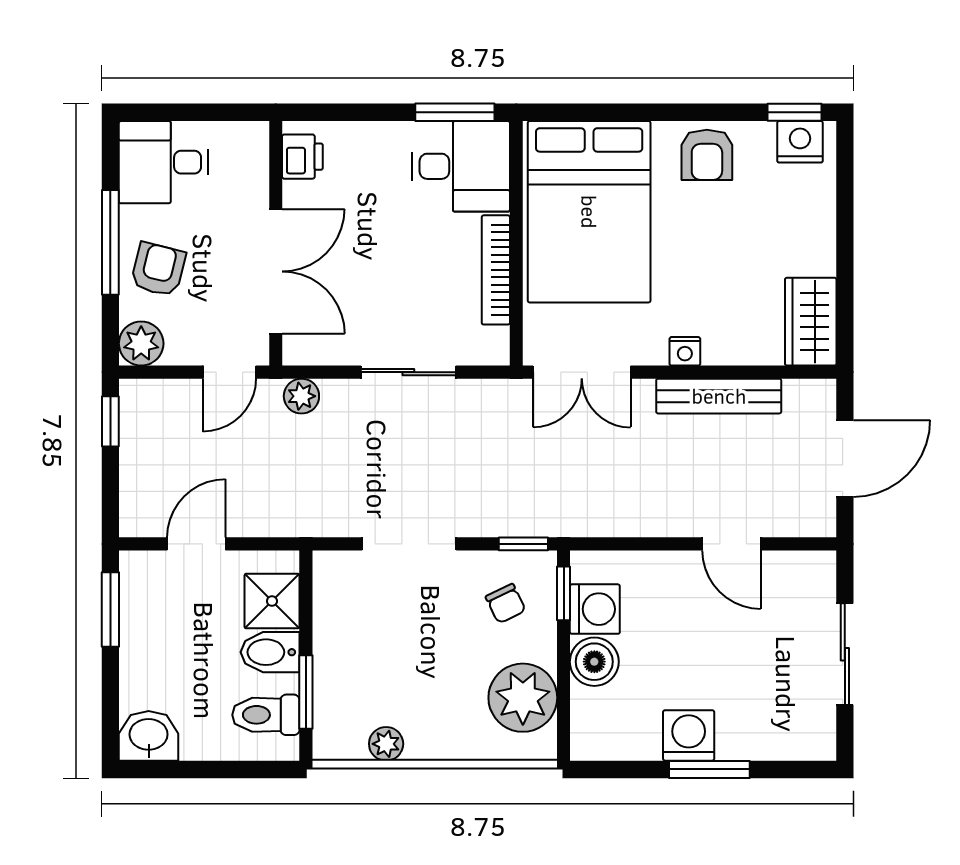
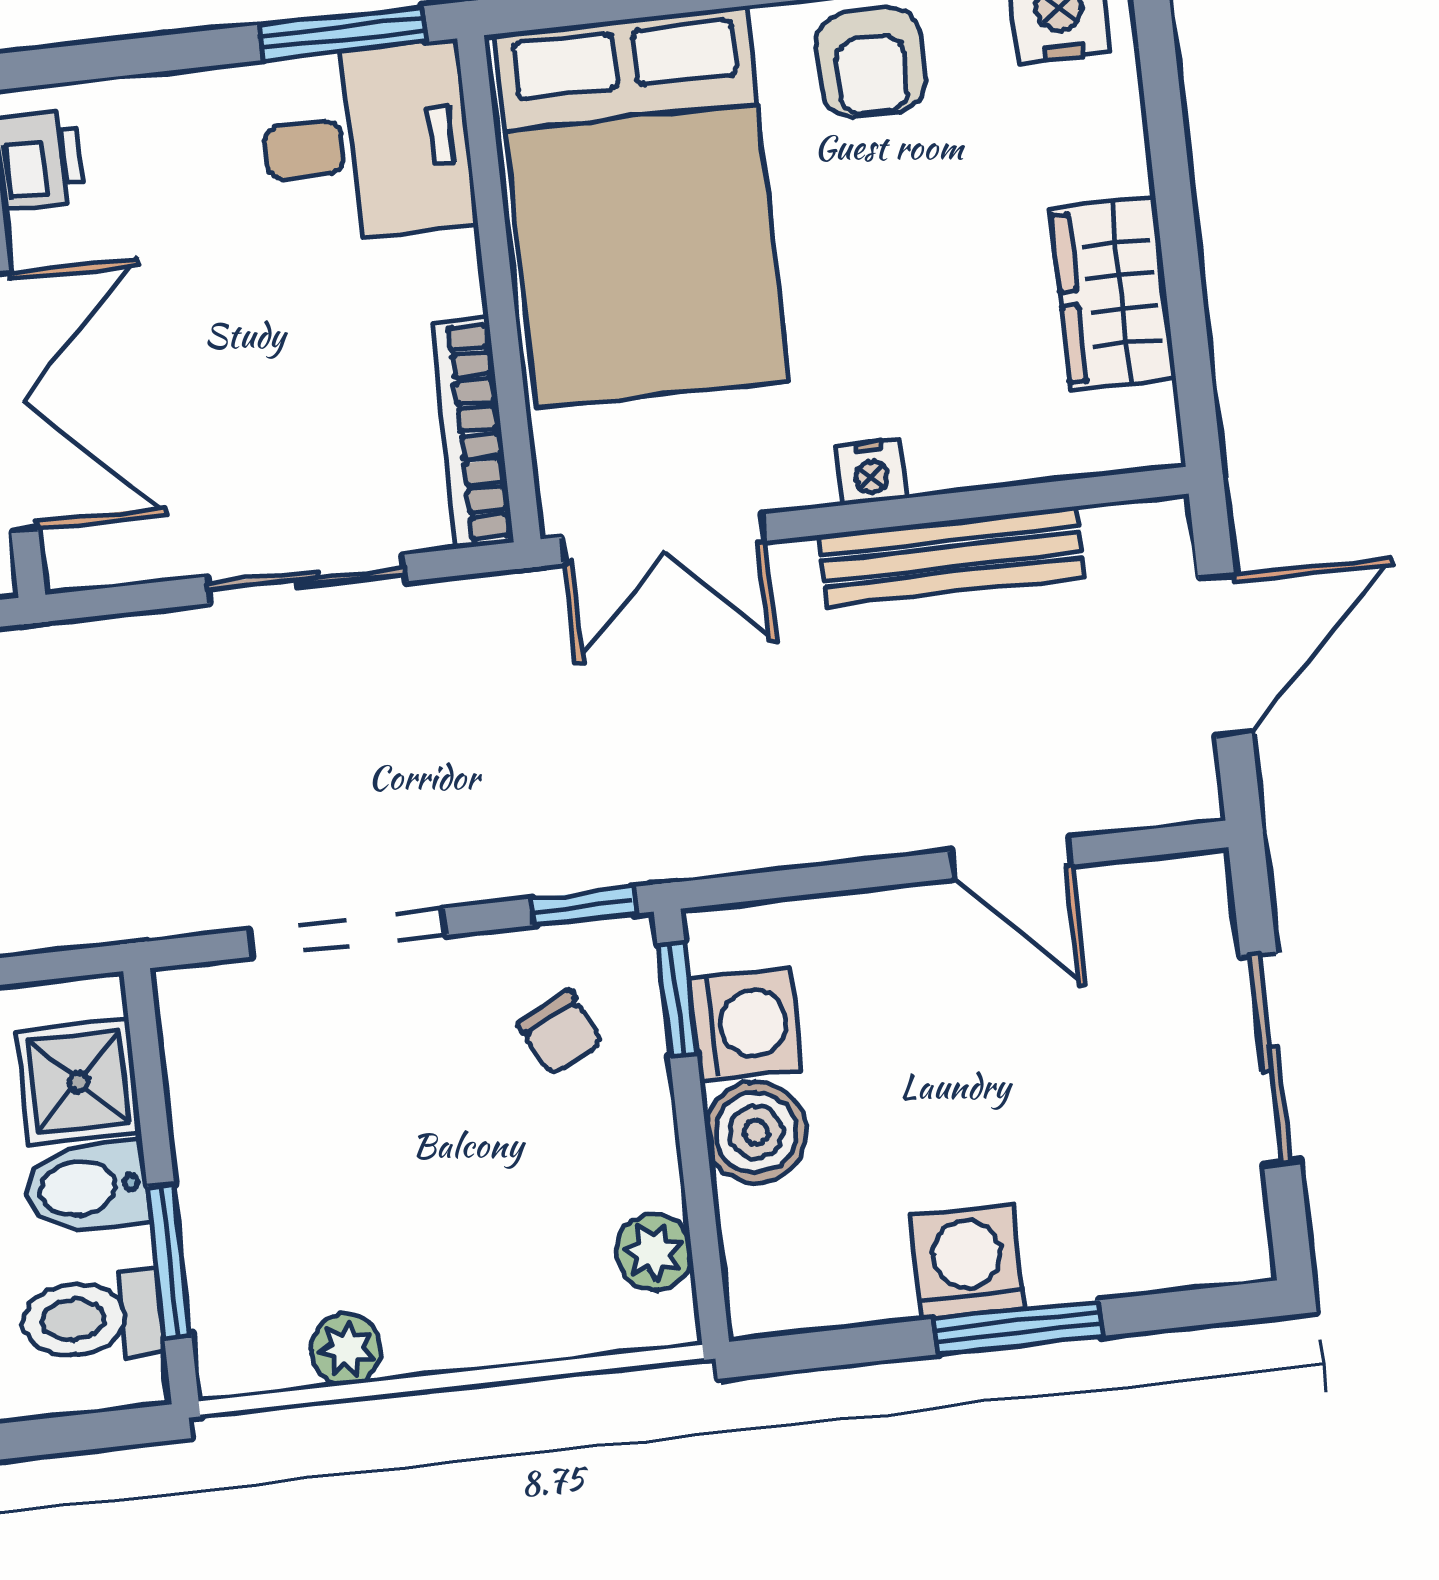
bookcase: (496, 270) -> (472, 433), moved
wardrobe: (811, 322) -> (1113, 294), moved
plant: (301, 396) -> (92, 653), removed
plant: (523, 698) -> (654, 1252), width x0.53, depth x0.53

